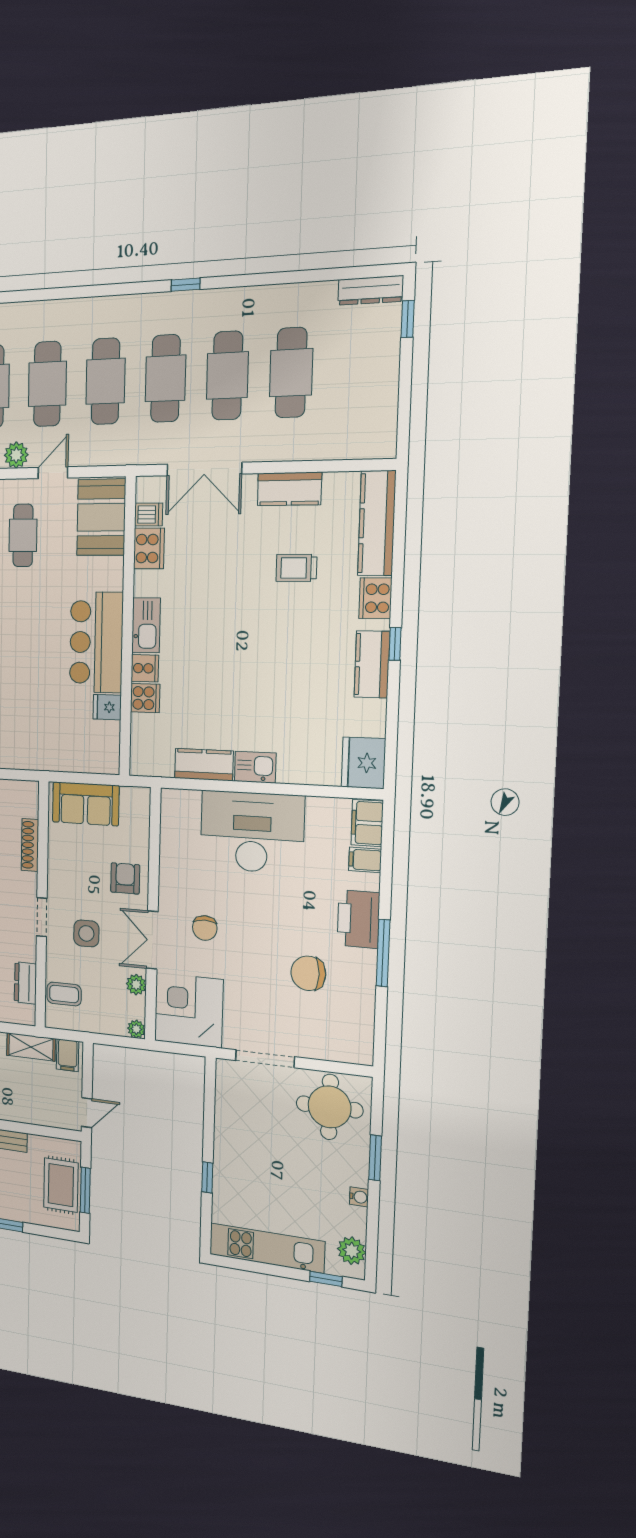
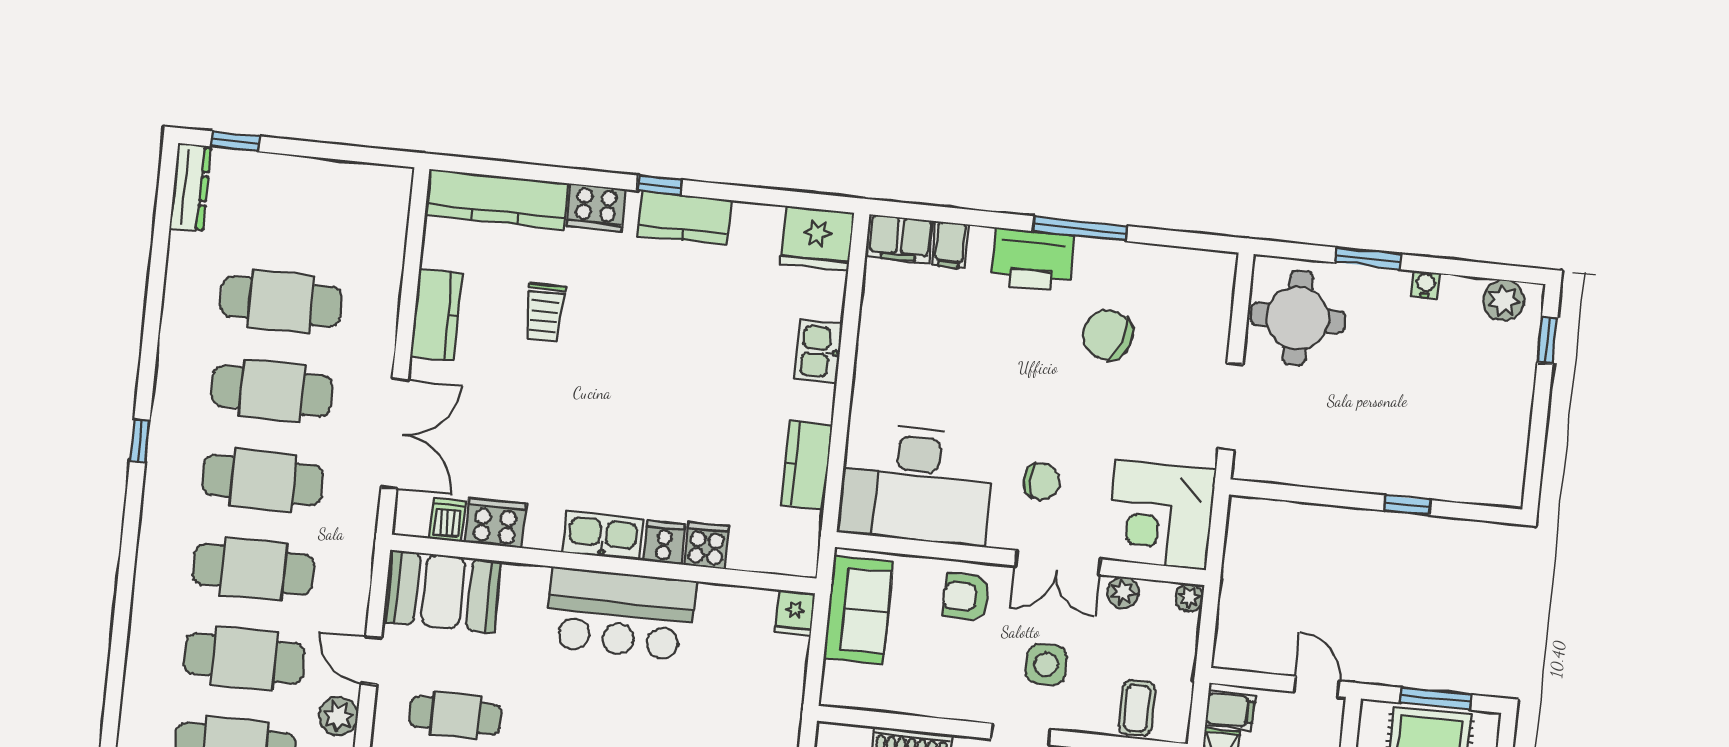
fridge: (107, 707) -> (795, 613), moved
kitchen sink: (255, 767) -> (819, 352), moved
sofa: (86, 804) -> (858, 610), moved
desk: (252, 832) -> (916, 484), moved, turned -90
chair: (308, 973) -> (1108, 335), turned 108
kitchen unit: (267, 1248) -> (1507, 424), removed

